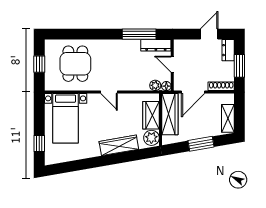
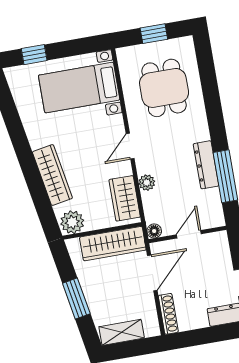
dresser: (156, 45) -> (206, 165), moved
dining table: (75, 64) -> (164, 88), turned 90
window: (239, 66) -> (204, 336), removed
plant: (155, 85) -> (147, 183), moved
door: (193, 92) -> (152, 273), swing flipped
wardrobe: (151, 115) -> (125, 198), moved, turned -90

